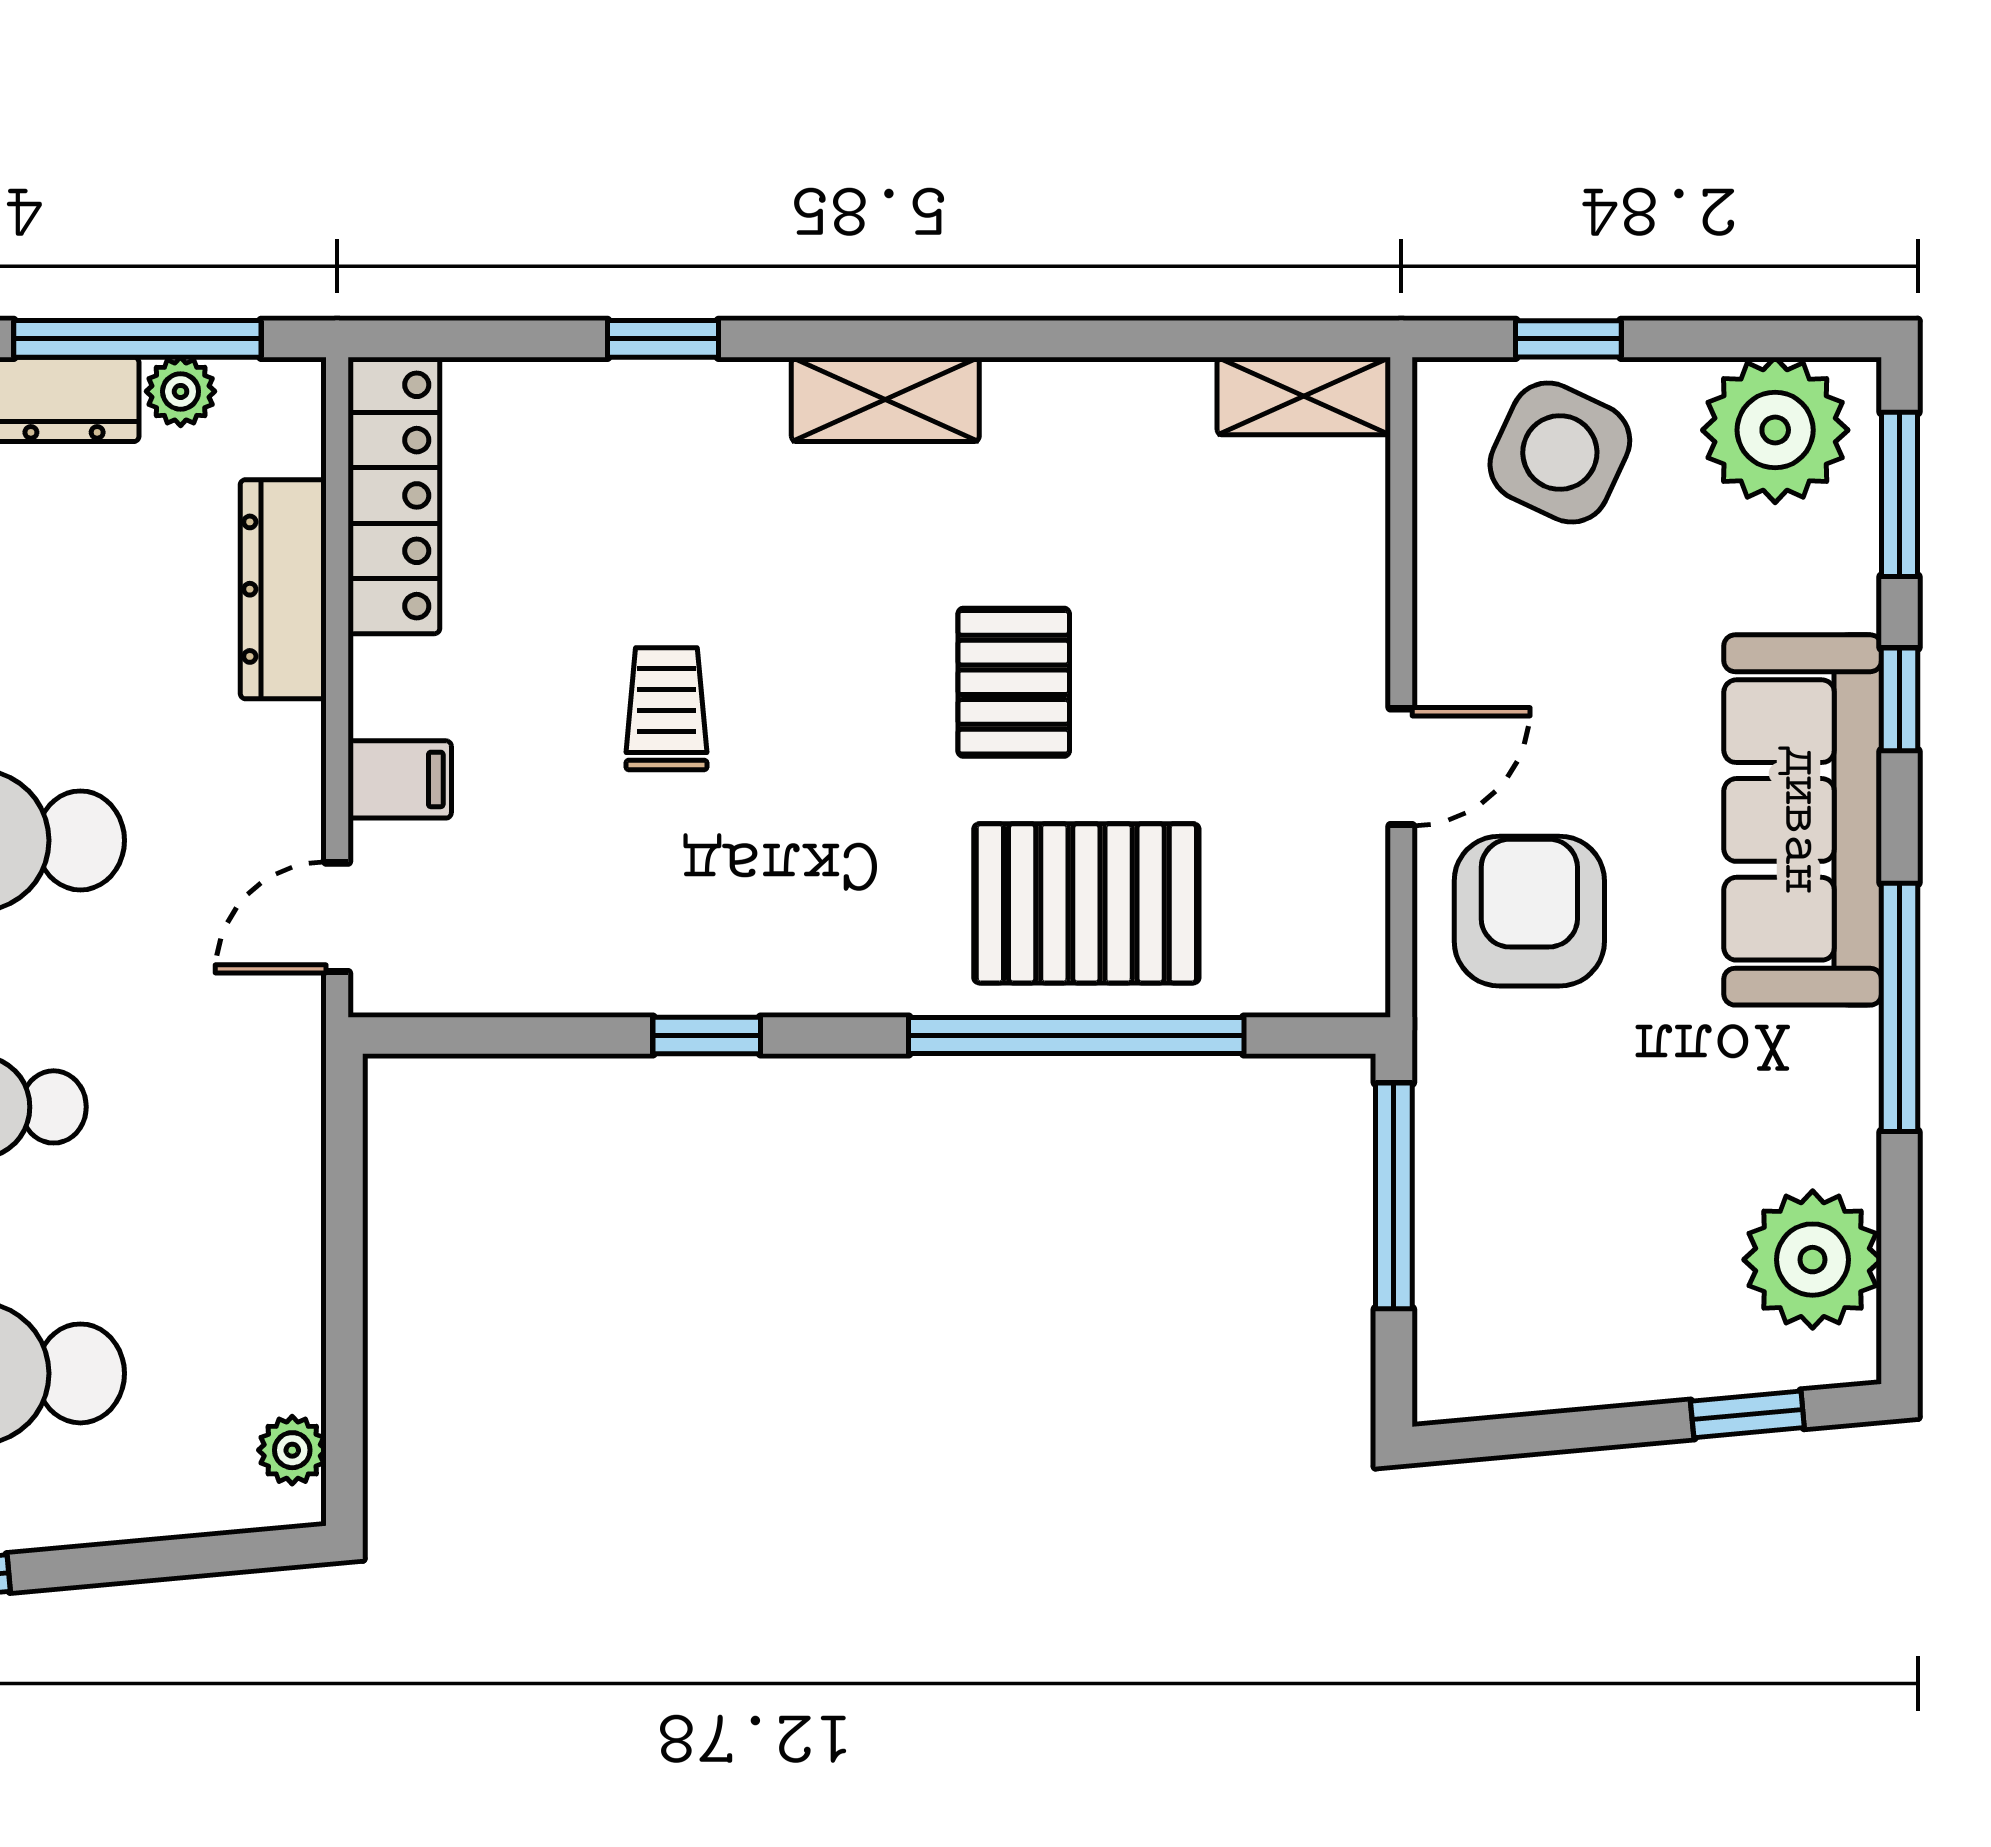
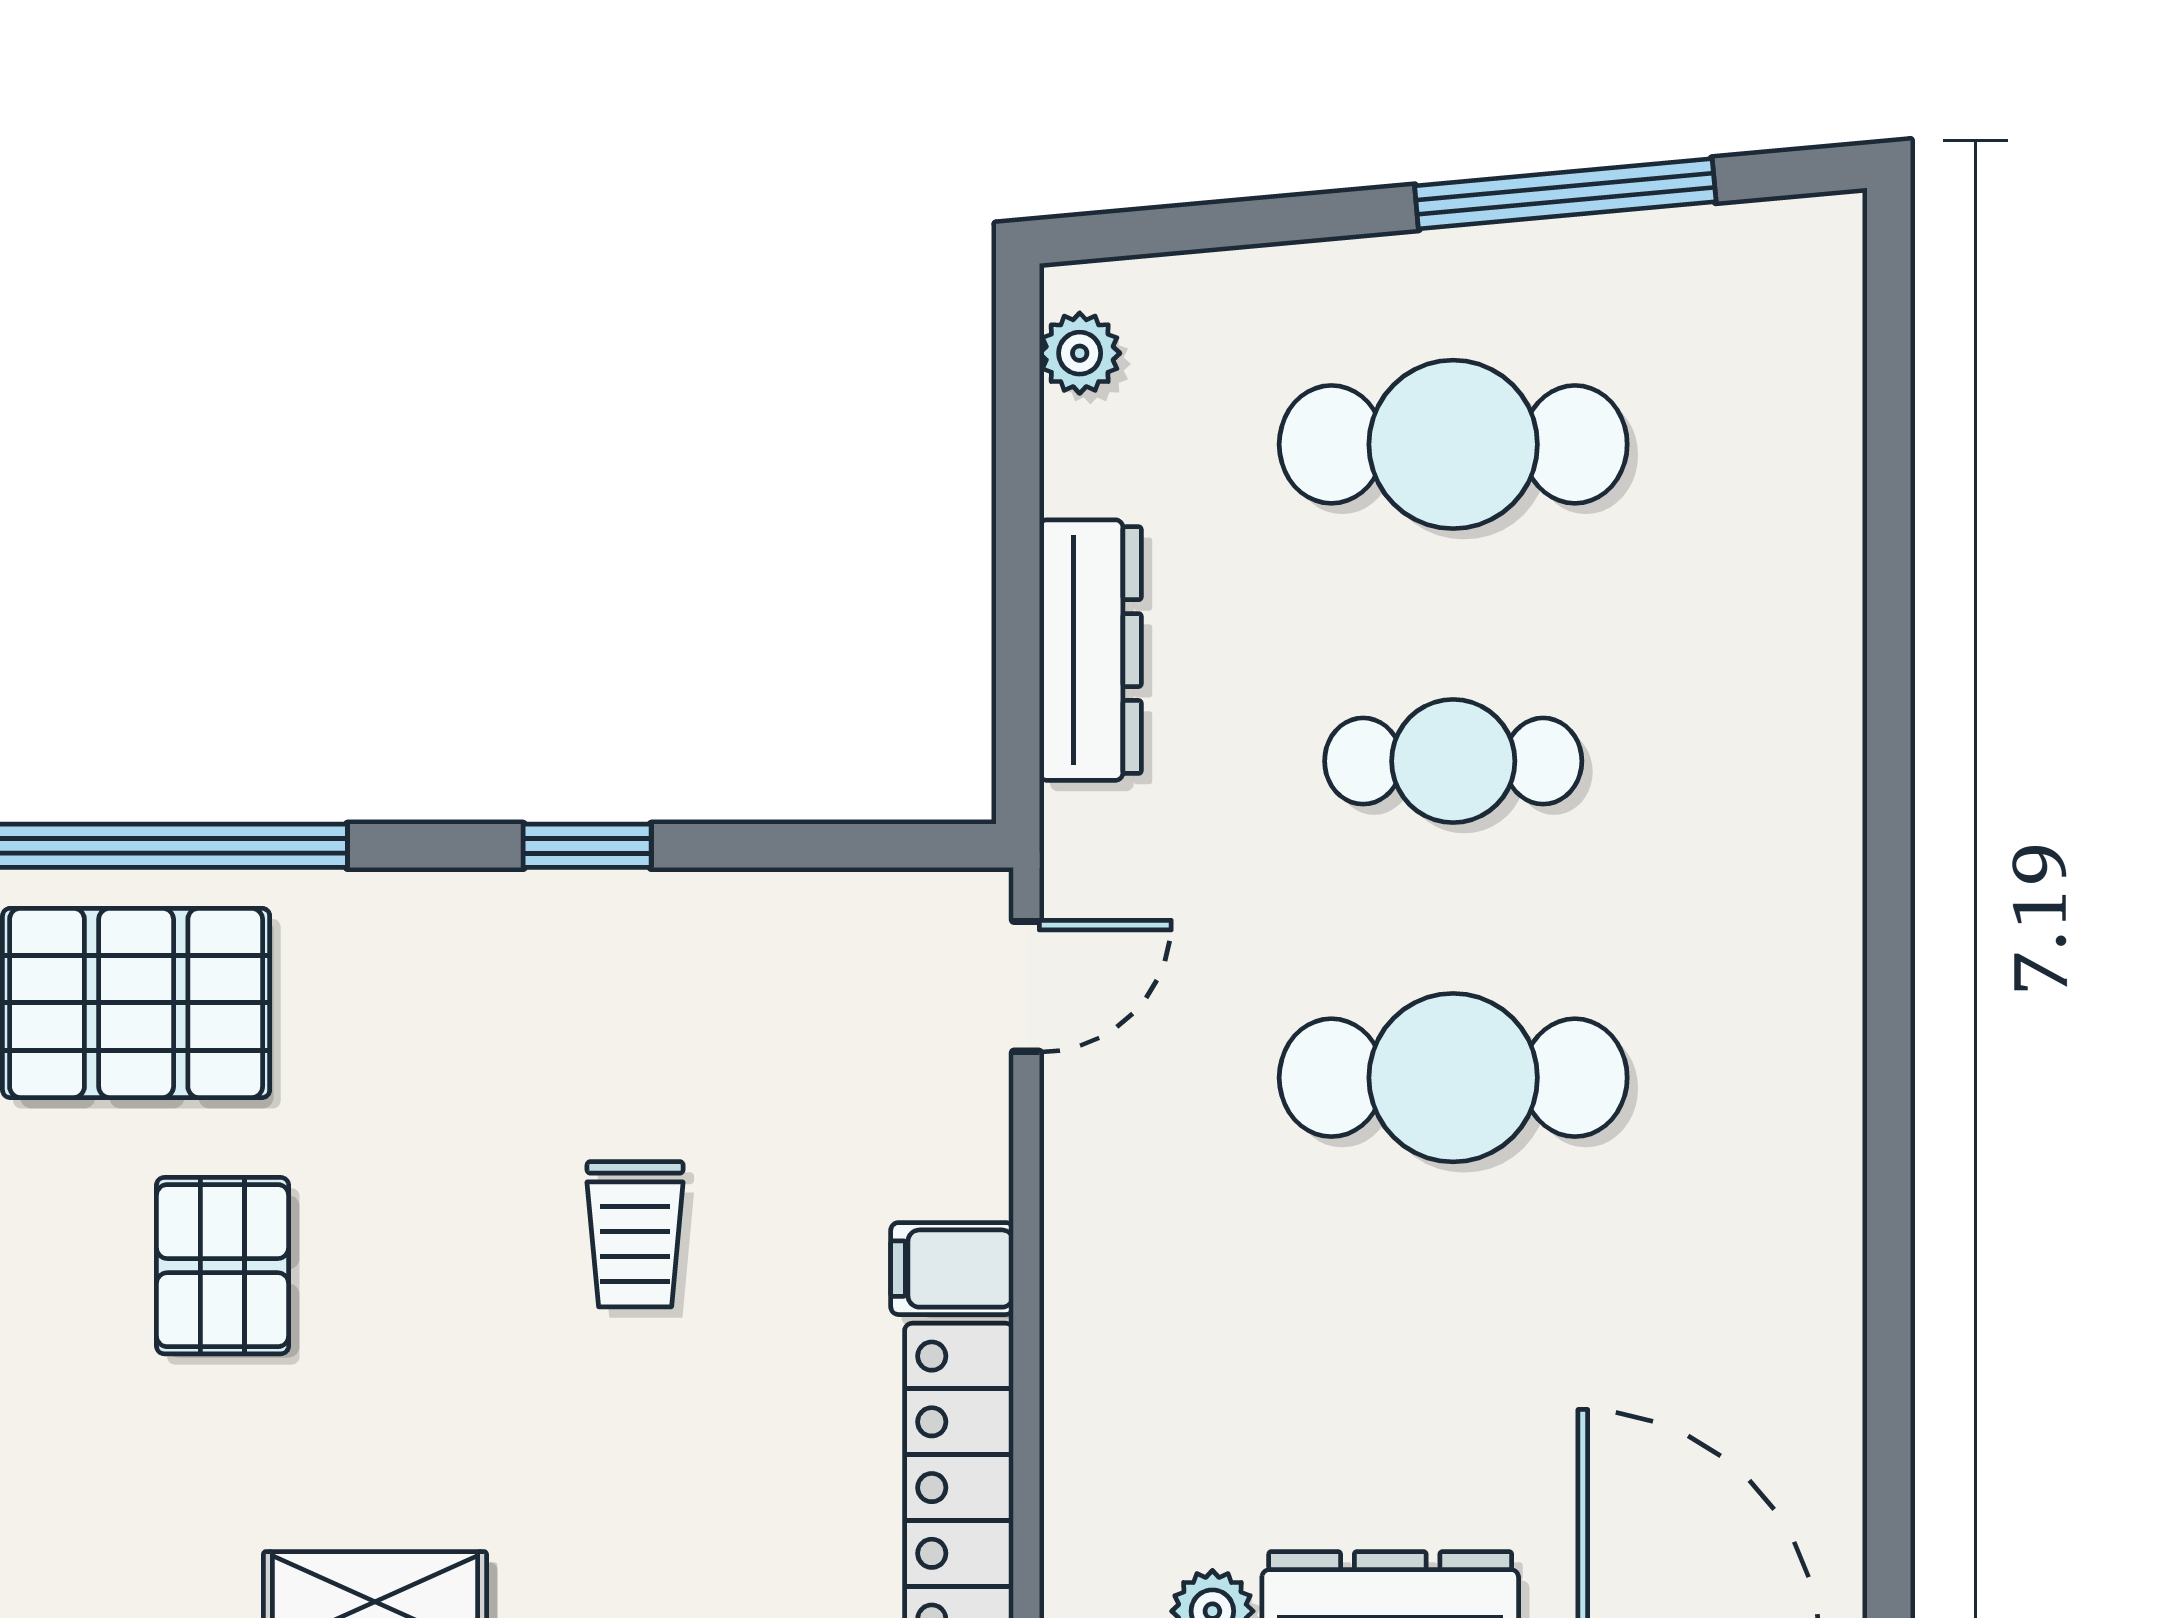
dresser: (283, 589) -> (1090, 650), moved
filing cabinet: (400, 779) -> (952, 1269), moved

